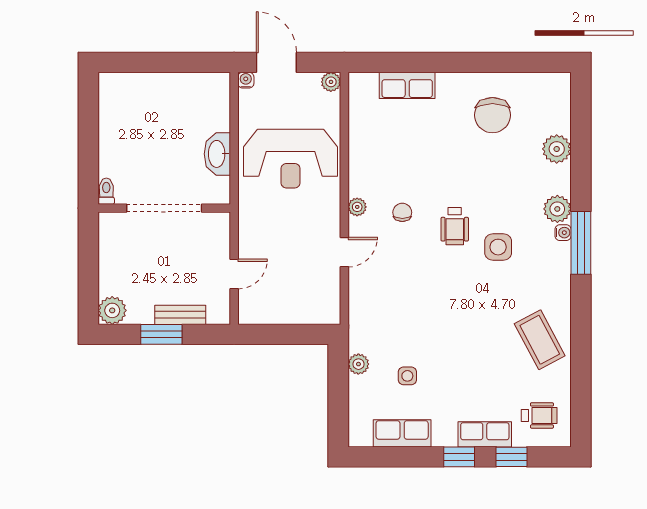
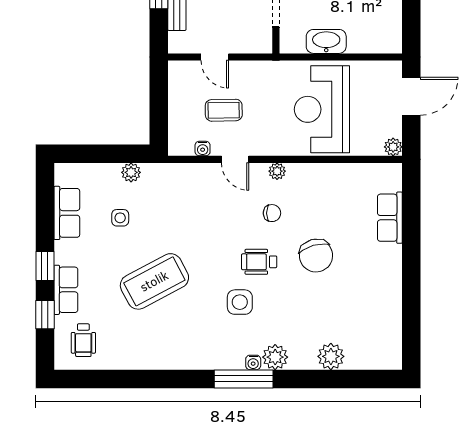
water cooler: (246, 80) -> (203, 149), moved, turned 90
chair: (492, 115) -> (316, 256), moved, turned -106
coffee table: (291, 264) -> (224, 110), added
coffee table: (540, 340) -> (154, 281), moved, width x1.36, depth x1.32

